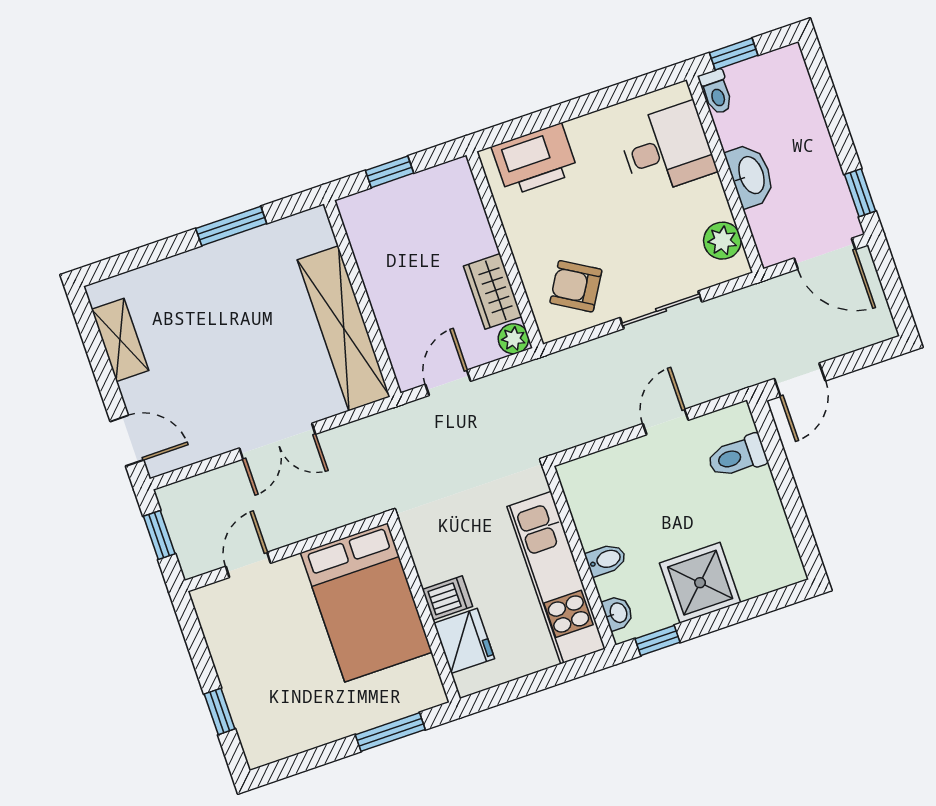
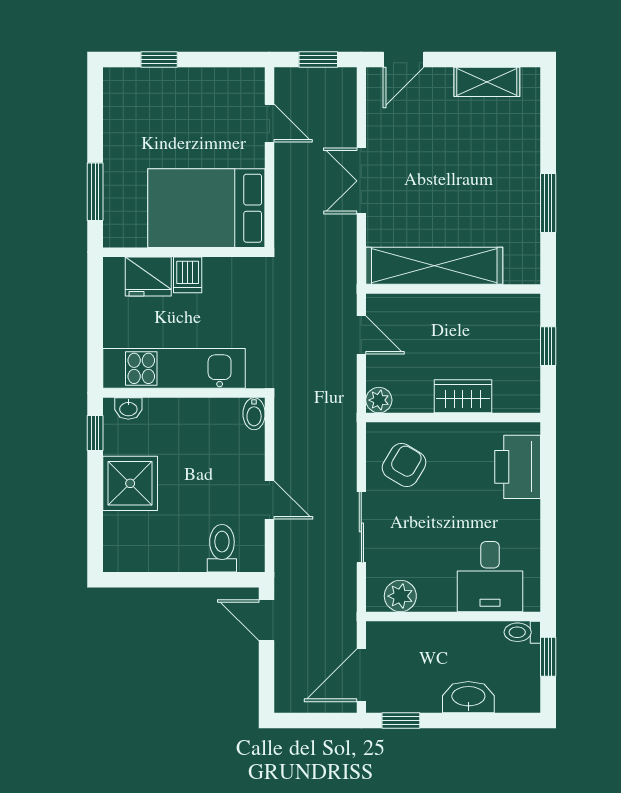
washbasin: (750, 175) -> (468, 697), moved, turned 180
wardrobe: (493, 291) -> (463, 396), moved
bidet: (606, 560) -> (254, 414), moved

